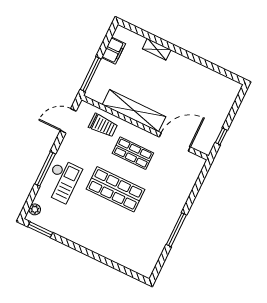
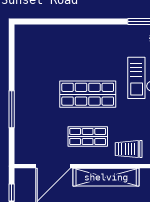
window: (176, 230) -> (12, 109), moved

